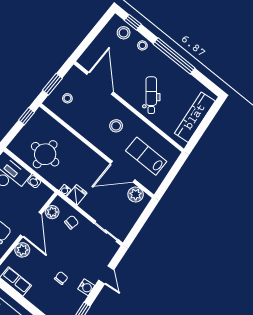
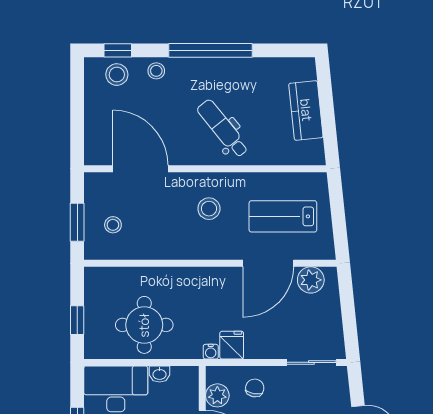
window: (26, 116) -> (77, 320), moved
kitchen counter: (195, 117) -> (306, 110), width x0.67

